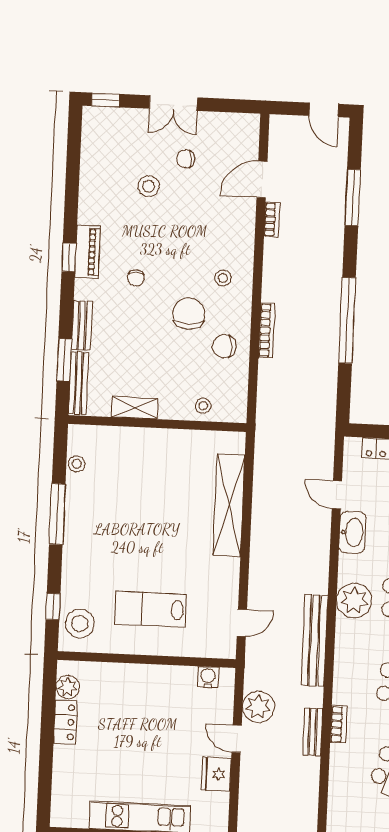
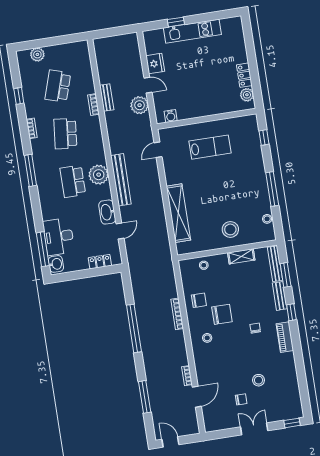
window: (69, 257) -> (291, 312), moved
chair: (189, 314) -> (222, 314), turned -90
door: (337, 495) -> (120, 231), hinge flipped
stool: (80, 623) -> (230, 229), moved
bench: (314, 641) -> (121, 180), moved

